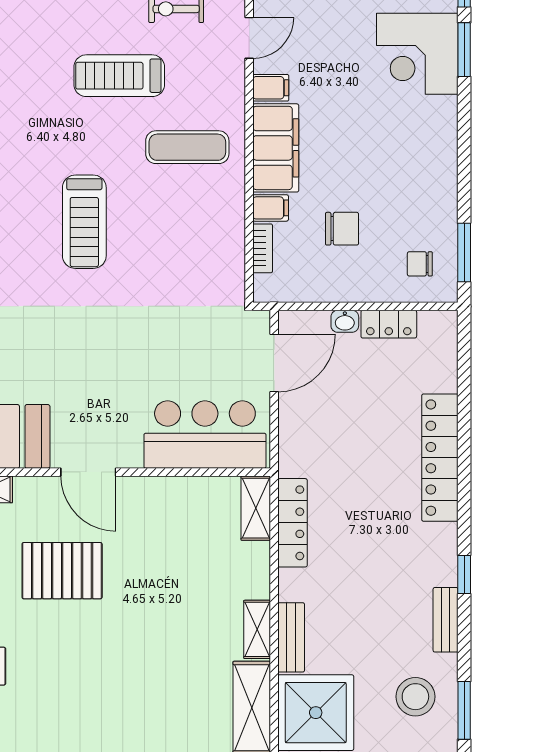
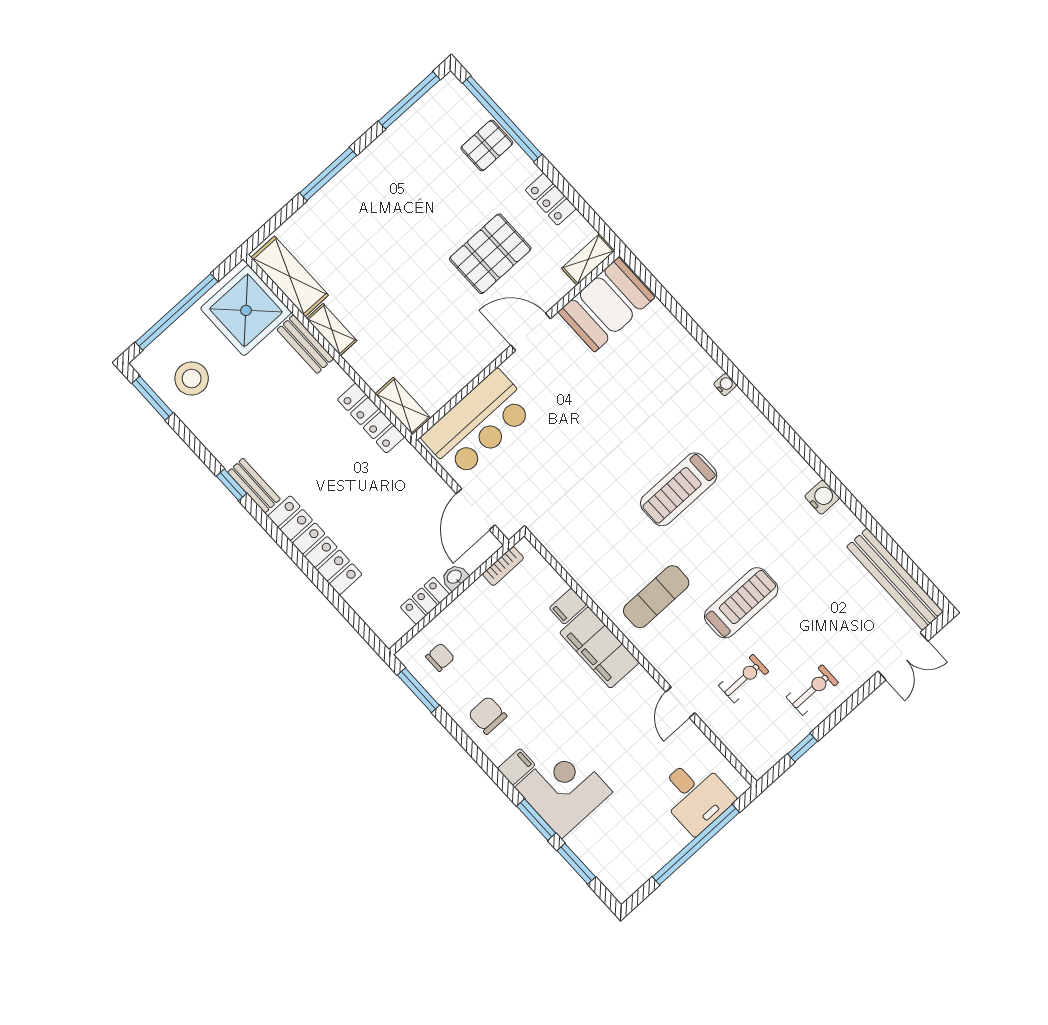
filing cabinet: (271, 88) -> (516, 767), moved, turned 180
treadmill: (84, 222) -> (679, 489), turned -90
chair: (342, 229) -> (488, 715), moved, turned 90
bookcase: (263, 248) -> (503, 566), moved, turned -90
bench: (446, 620) -> (254, 486), moved

